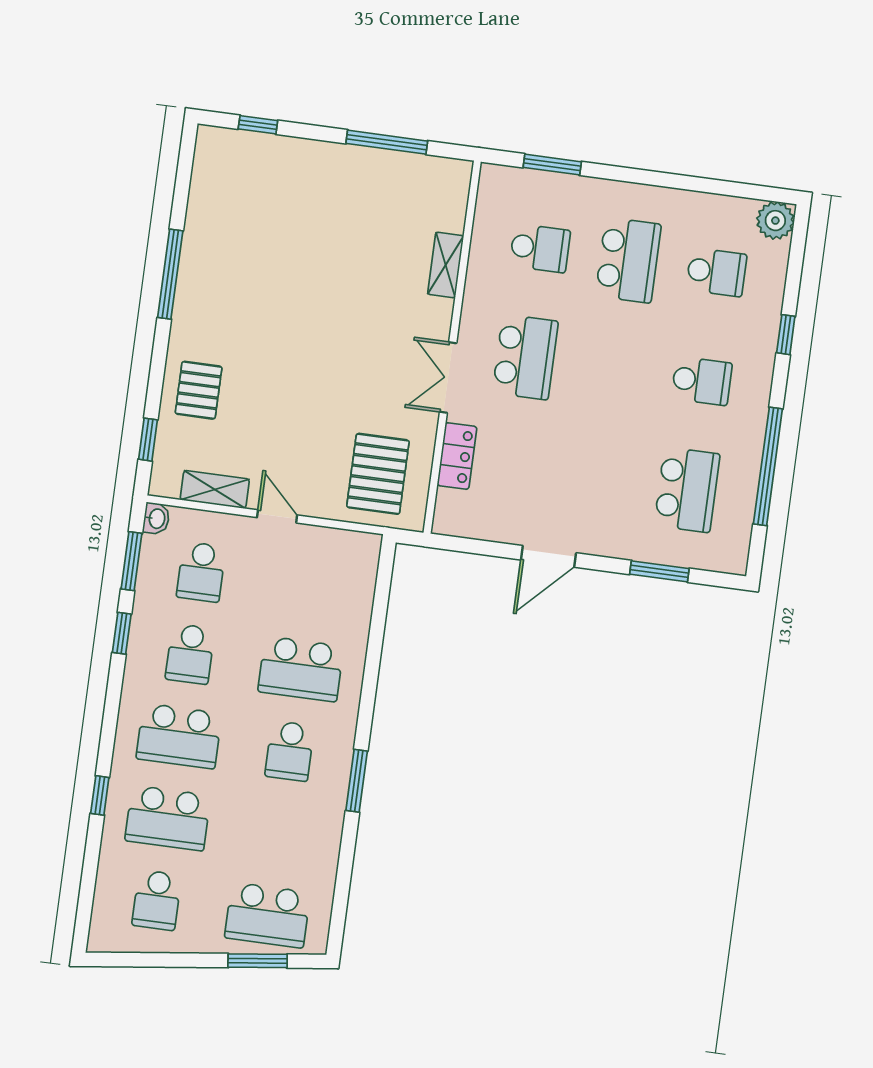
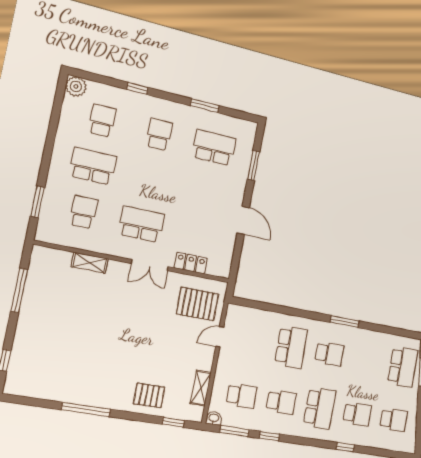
window: (768, 466) -> (205, 106), width x0.47
door: (277, 516) -> (220, 337), moved
school desk: (168, 818) -> (357, 414), width x0.54

